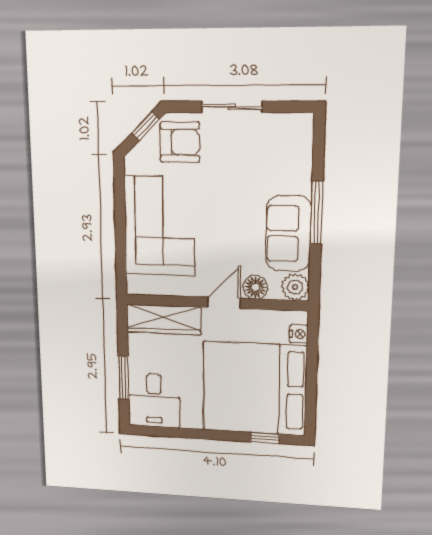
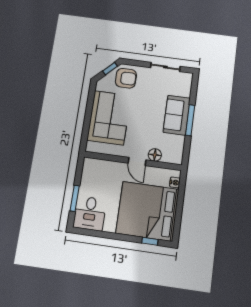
sliding door: (232, 107) -> (165, 67), moved
sofa: (288, 234) -> (177, 115), moved
plant: (295, 287) -> (176, 157), removed
door: (224, 303) -> (137, 161), swing flipped
wardrobe: (164, 320) -> (103, 167), removed

